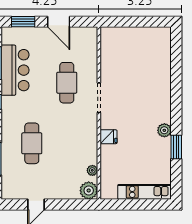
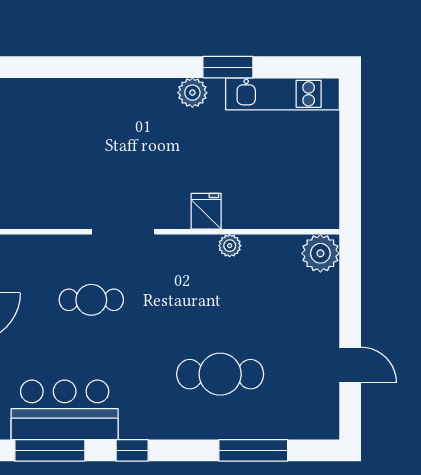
cafe table: (67, 83) -> (91, 300), width x0.73, depth x0.74
plant: (92, 170) -> (230, 246), moved
kitchen unit: (144, 192) -> (283, 94), moved, turned -90

